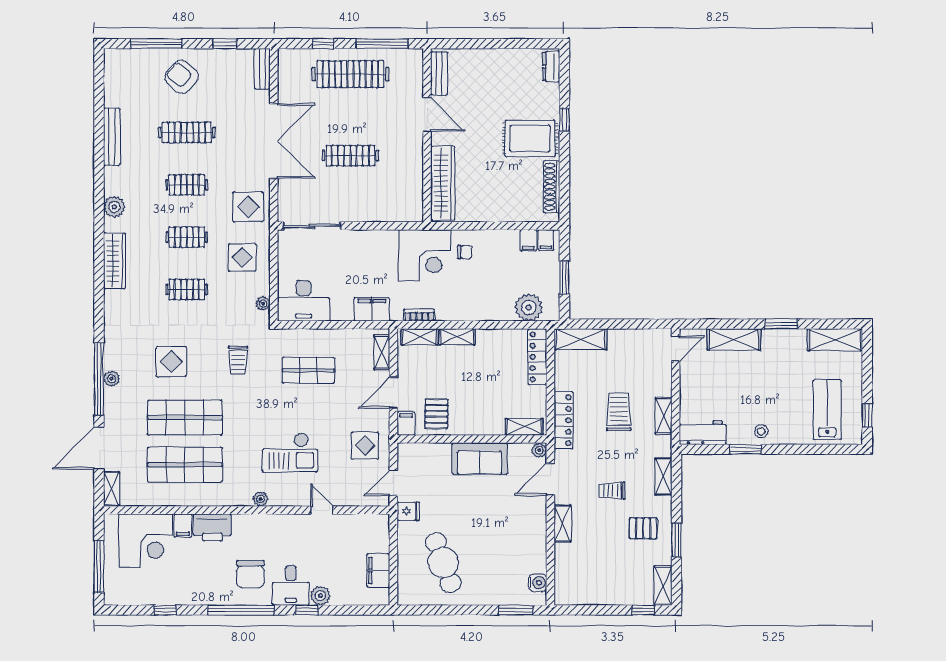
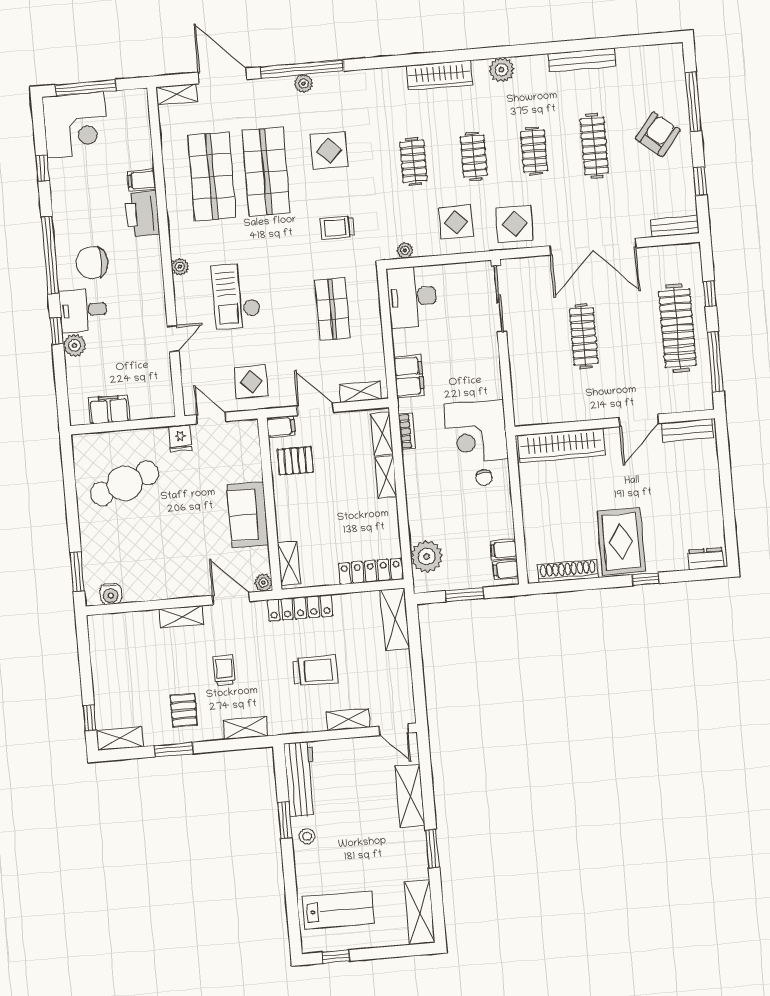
shelving: (664, 416) -> (348, 720), moved
workbench: (703, 433) -> (301, 779), width x1.38
corner desk: (146, 541) -> (76, 125), moved, turned -90

